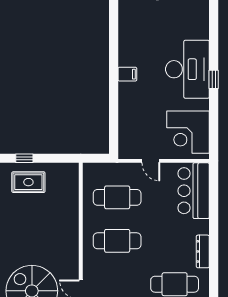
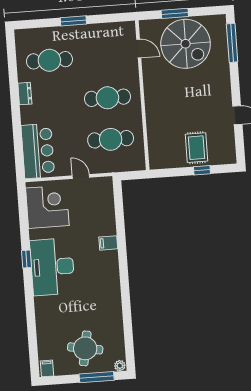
filing cabinet: (127, 74) -> (108, 243), moved
rug: (28, 182) -> (196, 148), turned 90
dresser: (203, 251) -> (25, 94), width x0.70

